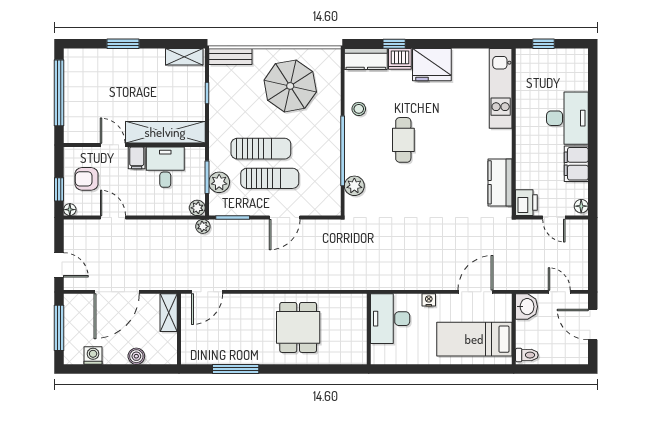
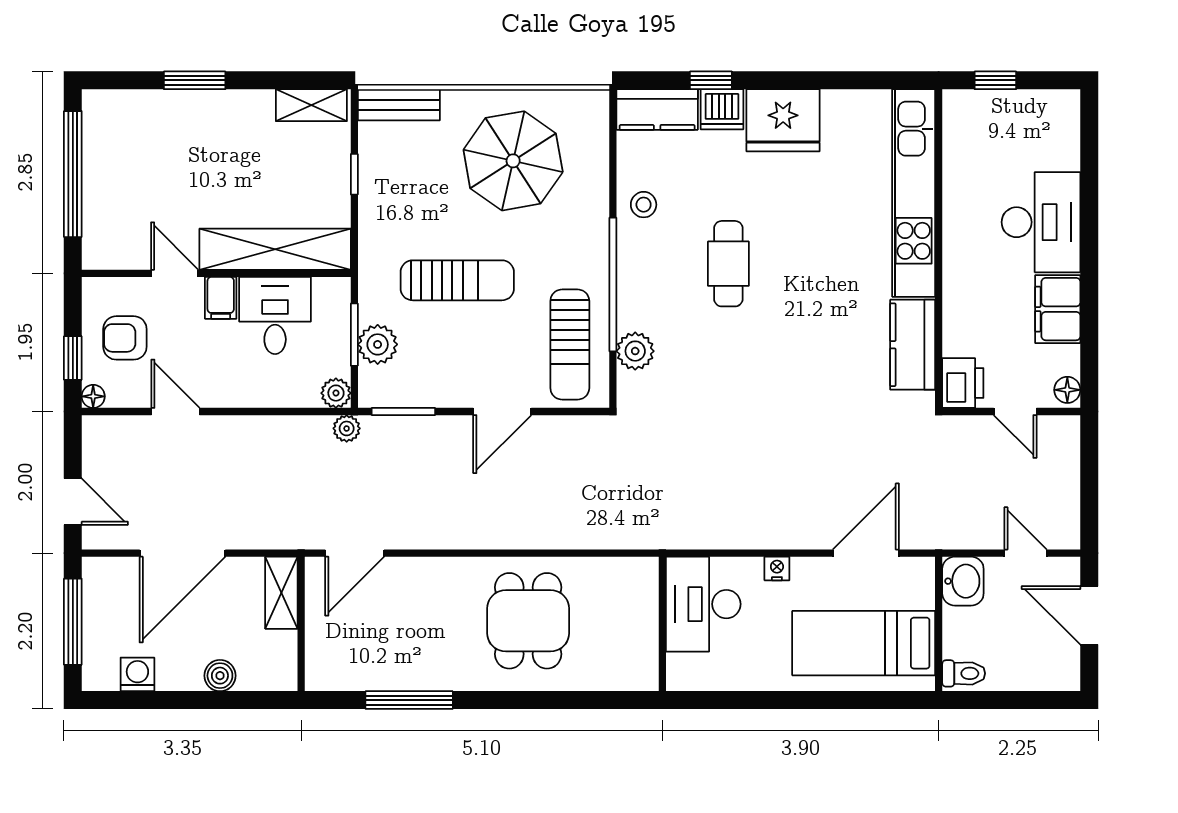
kitchen unit: (501, 88) -> (914, 193), width x1.36
sun lounger: (270, 178) -> (570, 345), moved, turned 90

